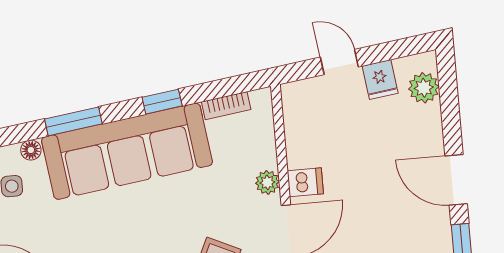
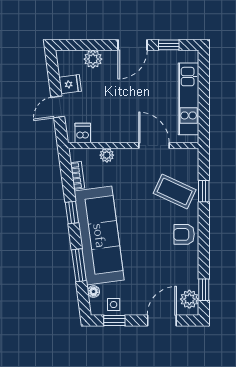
plant: (424, 88) -> (93, 59), moved
plant: (267, 182) -> (107, 155), moved
dishwasher: (305, 182) -> (83, 133), moved

